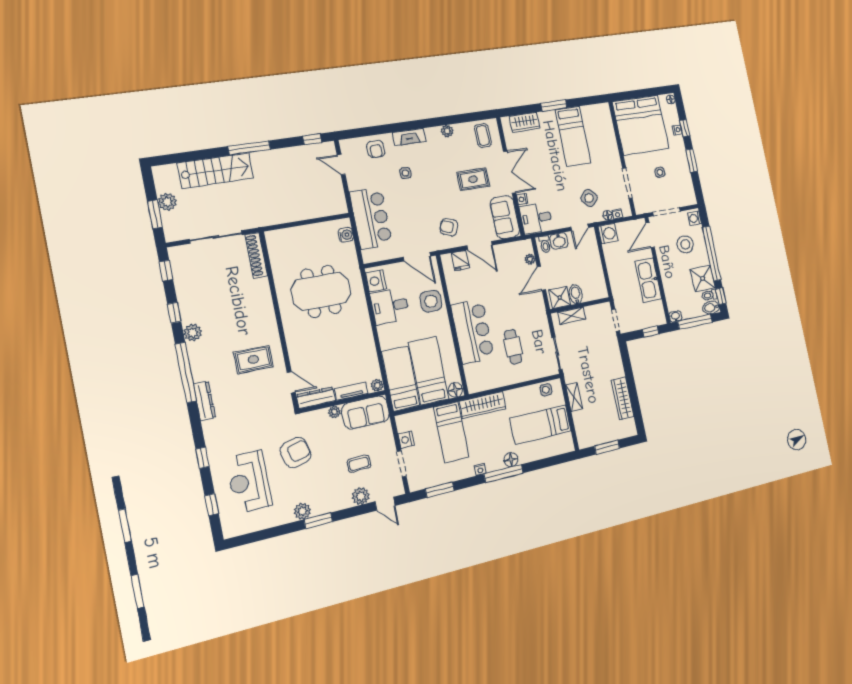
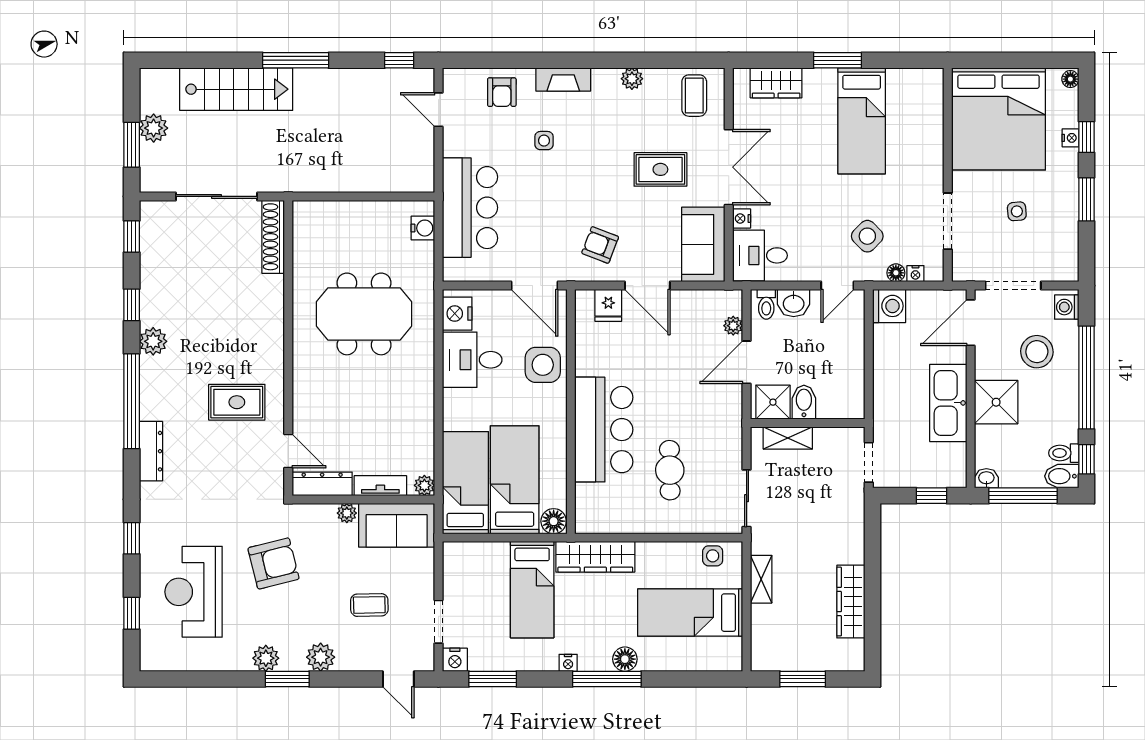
shower: (703, 278) -> (996, 402), moved
nightstand: (406, 440) -> (455, 660), moved, turned -90
plant: (361, 496) -> (321, 657), moved

